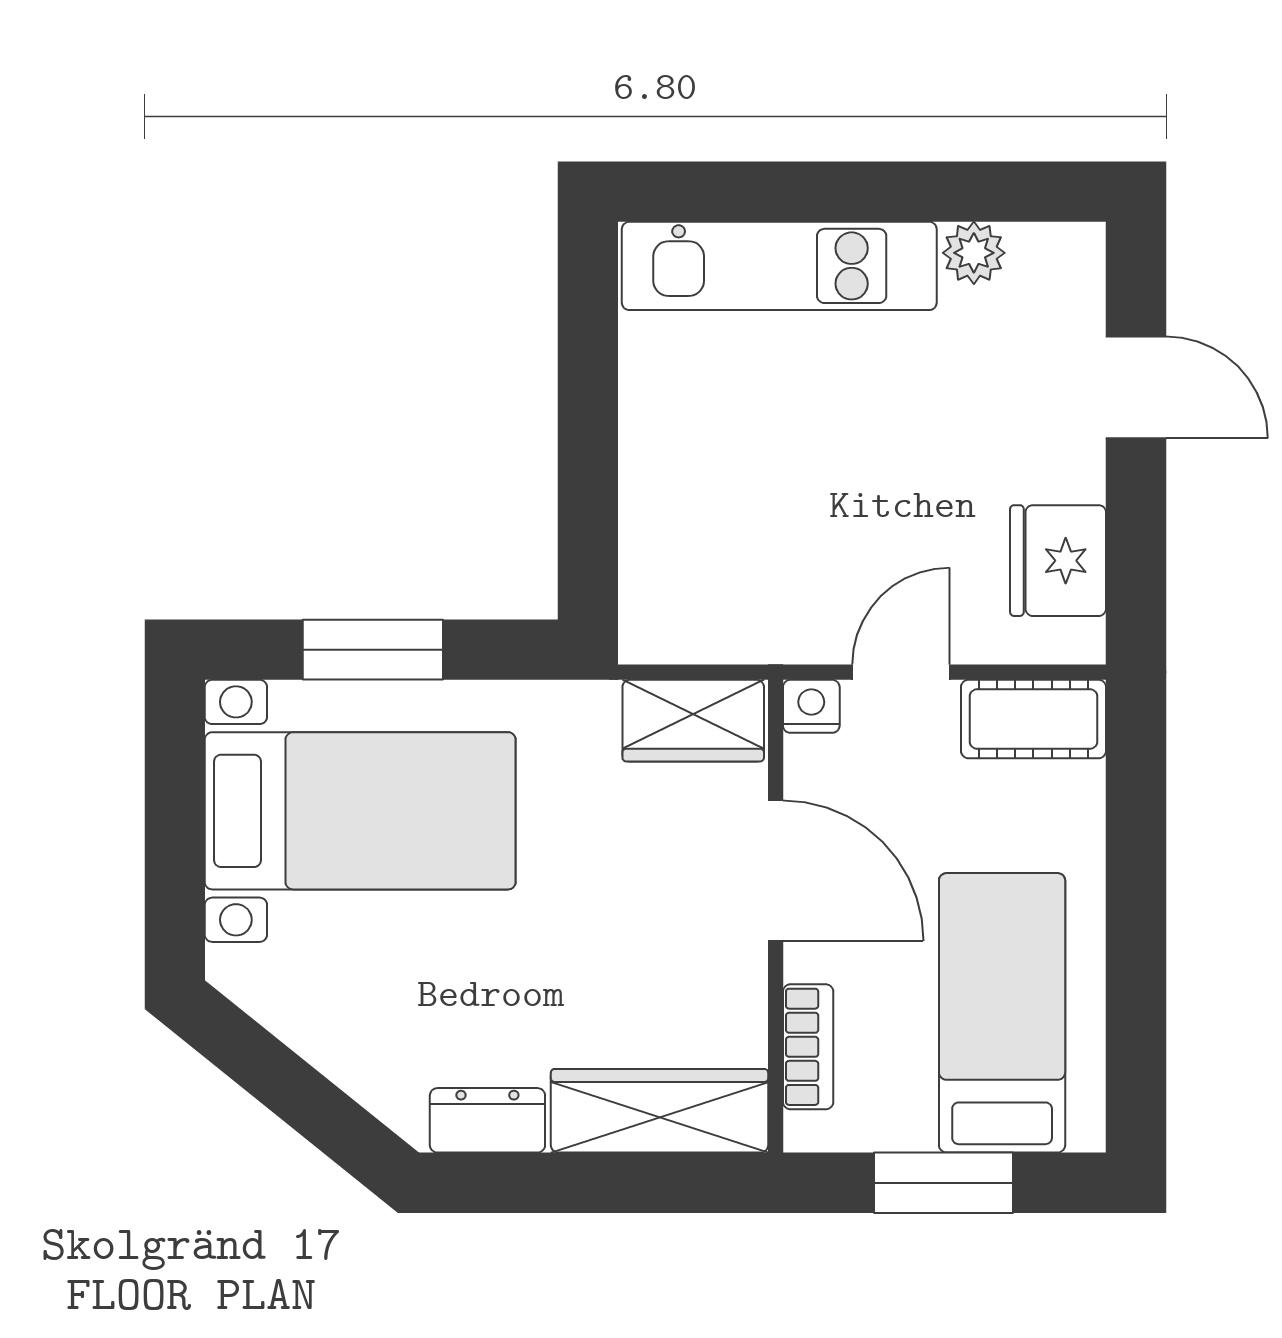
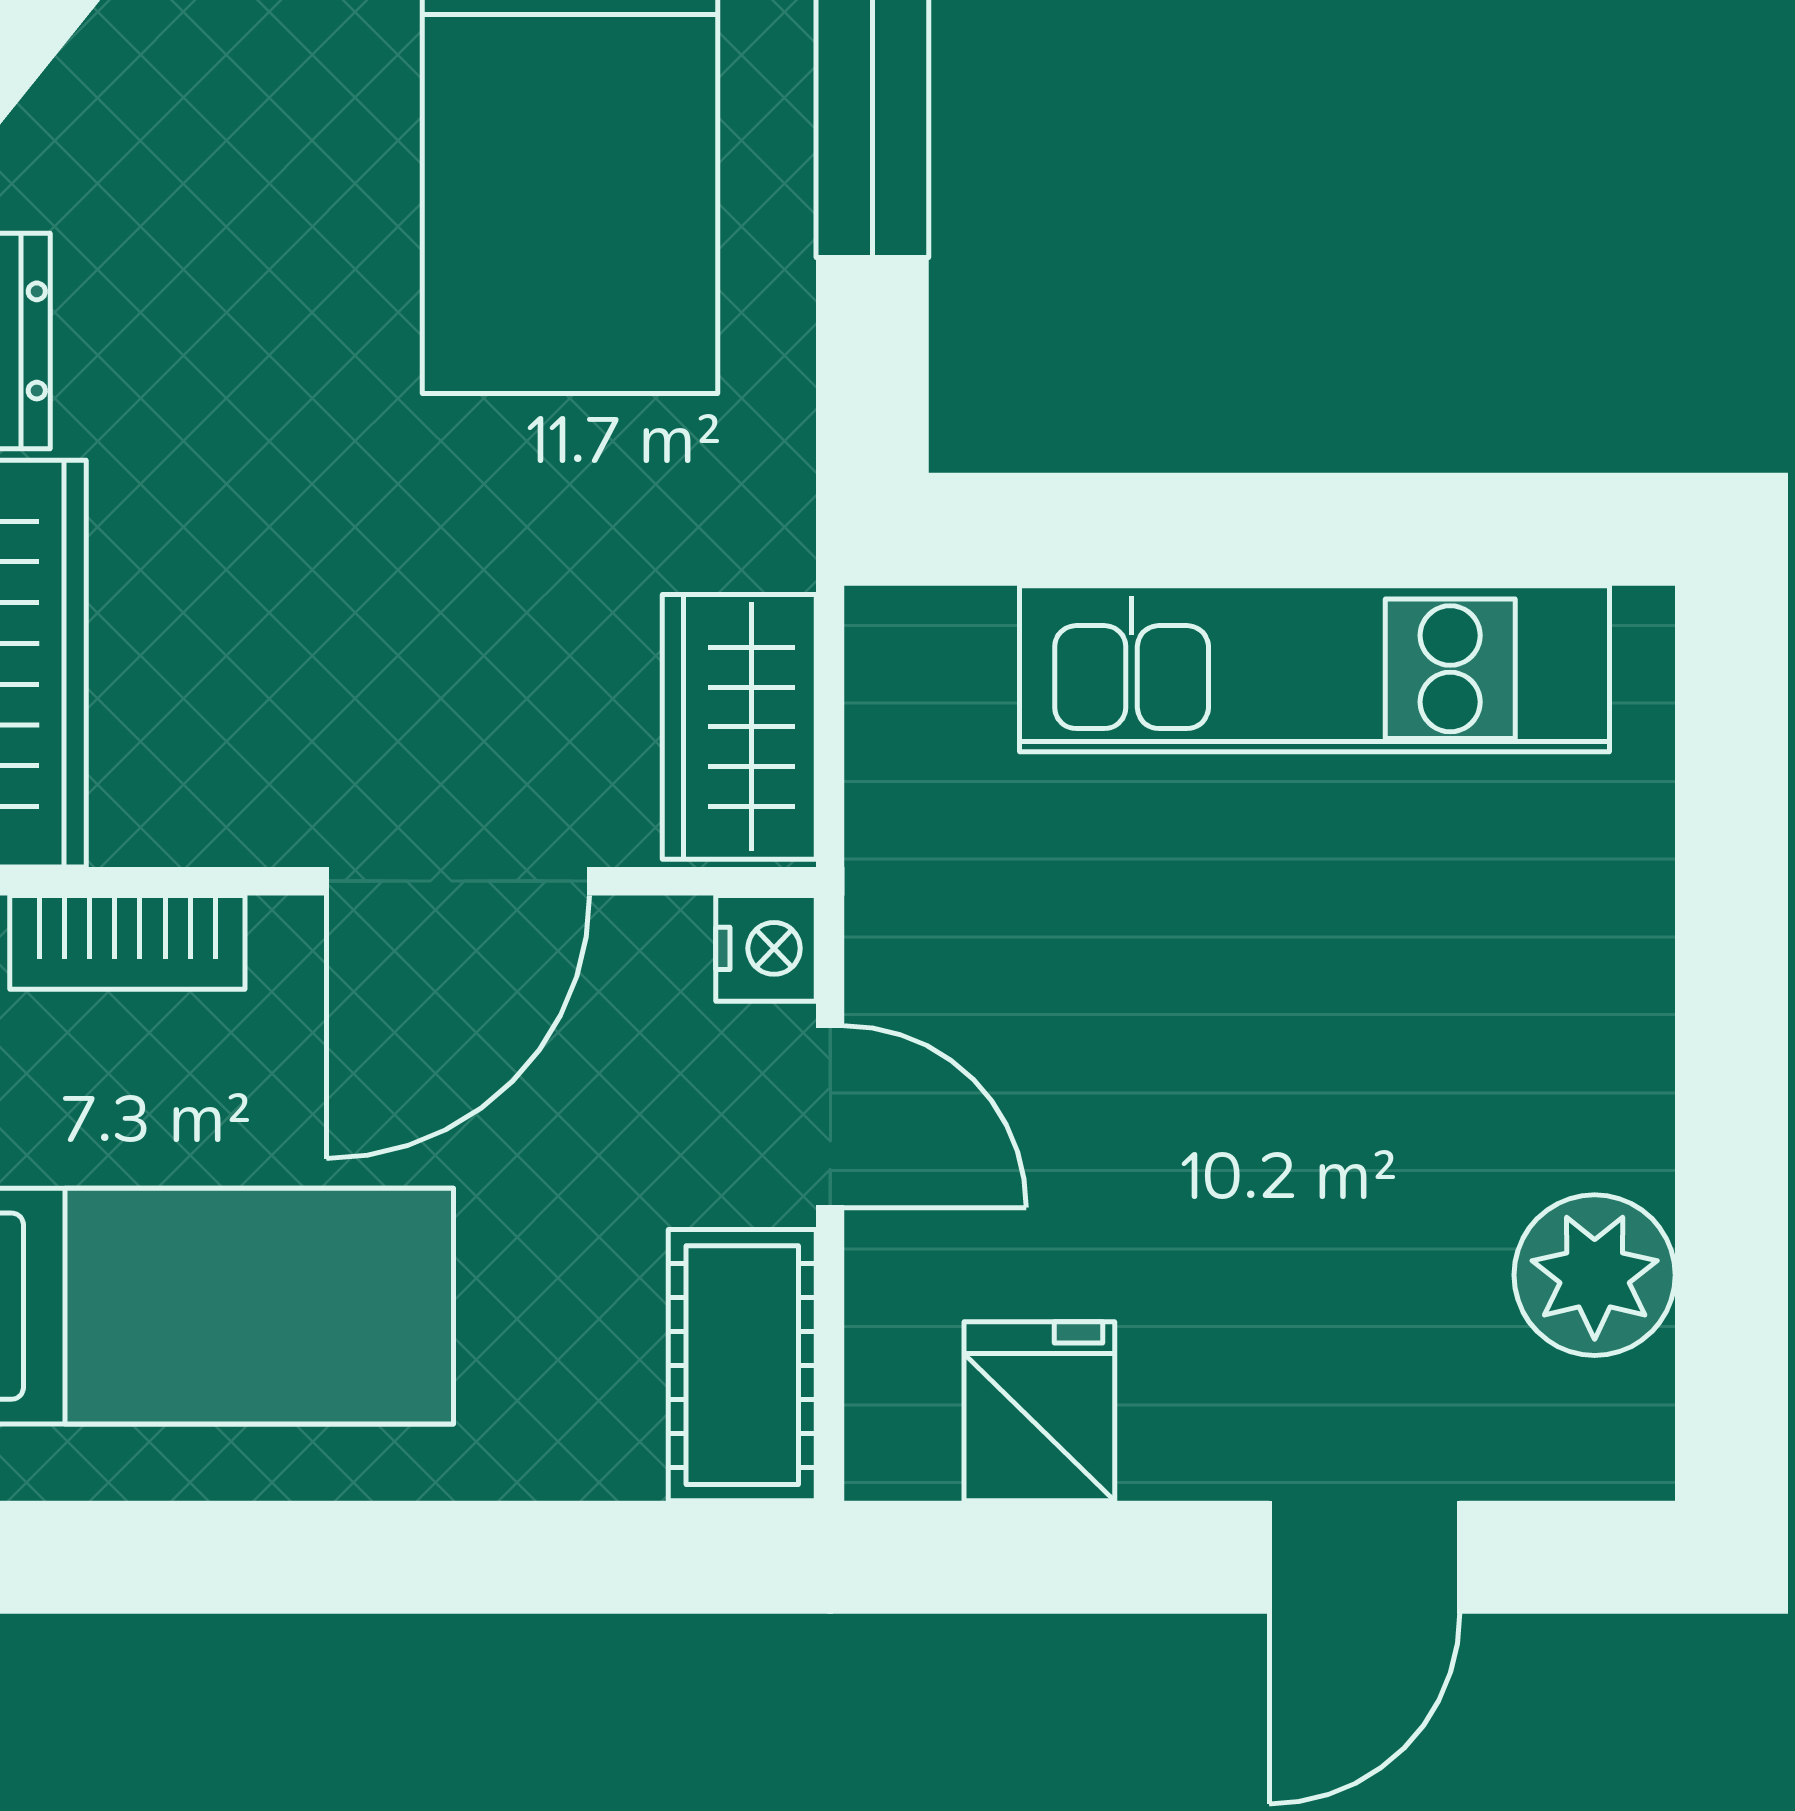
plant: (974, 253) -> (1595, 1275), width x1.38, depth x1.38
kitchen unit: (779, 266) -> (1314, 669), moved, turned -90
fridge: (1058, 561) -> (1039, 1411), width x0.72

